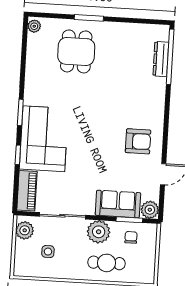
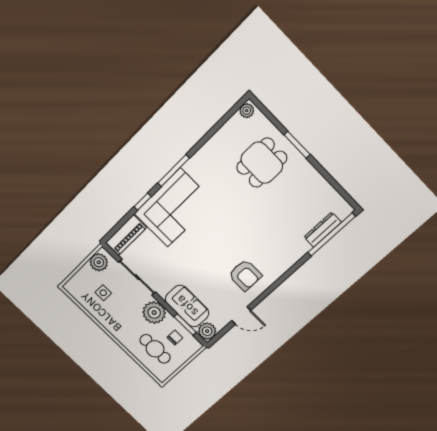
window: (20, 112) -> (173, 171), width x1.44
cafe table: (107, 263) -> (155, 349), moved

